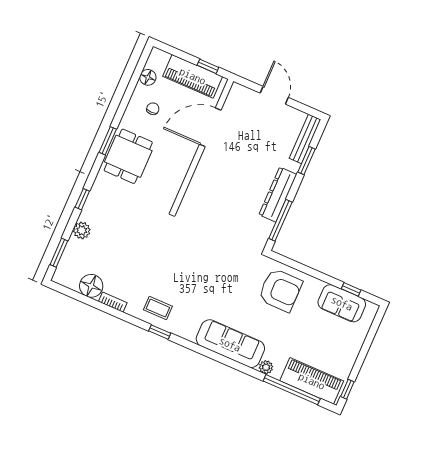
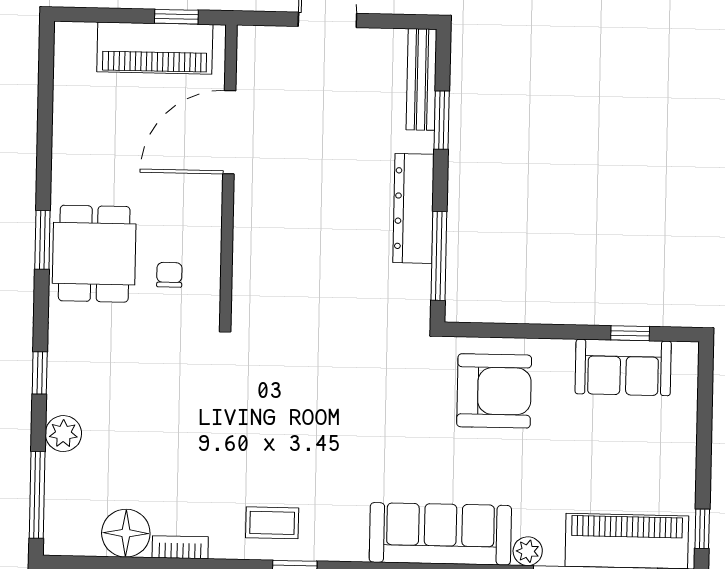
floor lamp: (148, 77) -> (69, 86), removed
chair: (153, 109) -> (169, 275), moved
window: (59, 253) -> (37, 495), width x1.44

